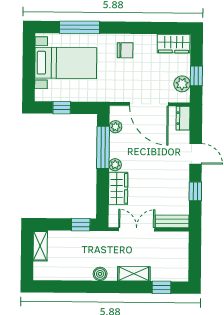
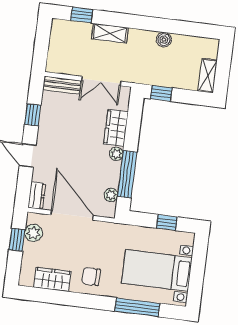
wardrobe: (174, 44) -> (52, 279), moved
boiler: (100, 274) -> (164, 40), moved

